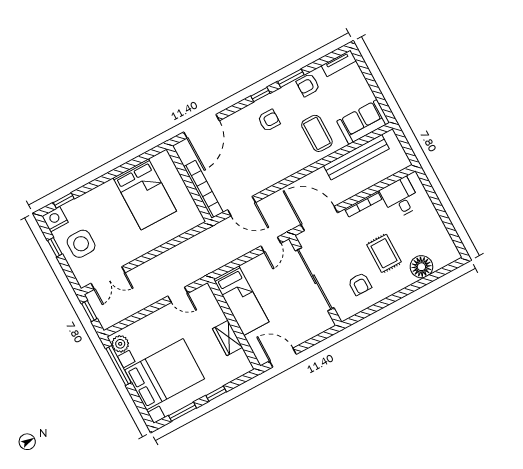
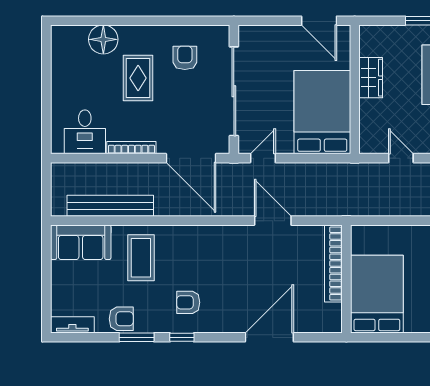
wall: (189, 184) -> (346, 279), moved
bookcase: (203, 189) -> (333, 264), moved
bed: (241, 301) -> (322, 112), width x1.50

